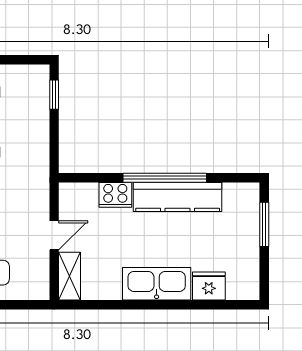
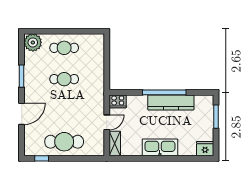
window: (54, 95) -> (107, 49), removed
cooker: (115, 195) -> (118, 101), moved
fridge: (209, 286) -> (205, 149), moved

